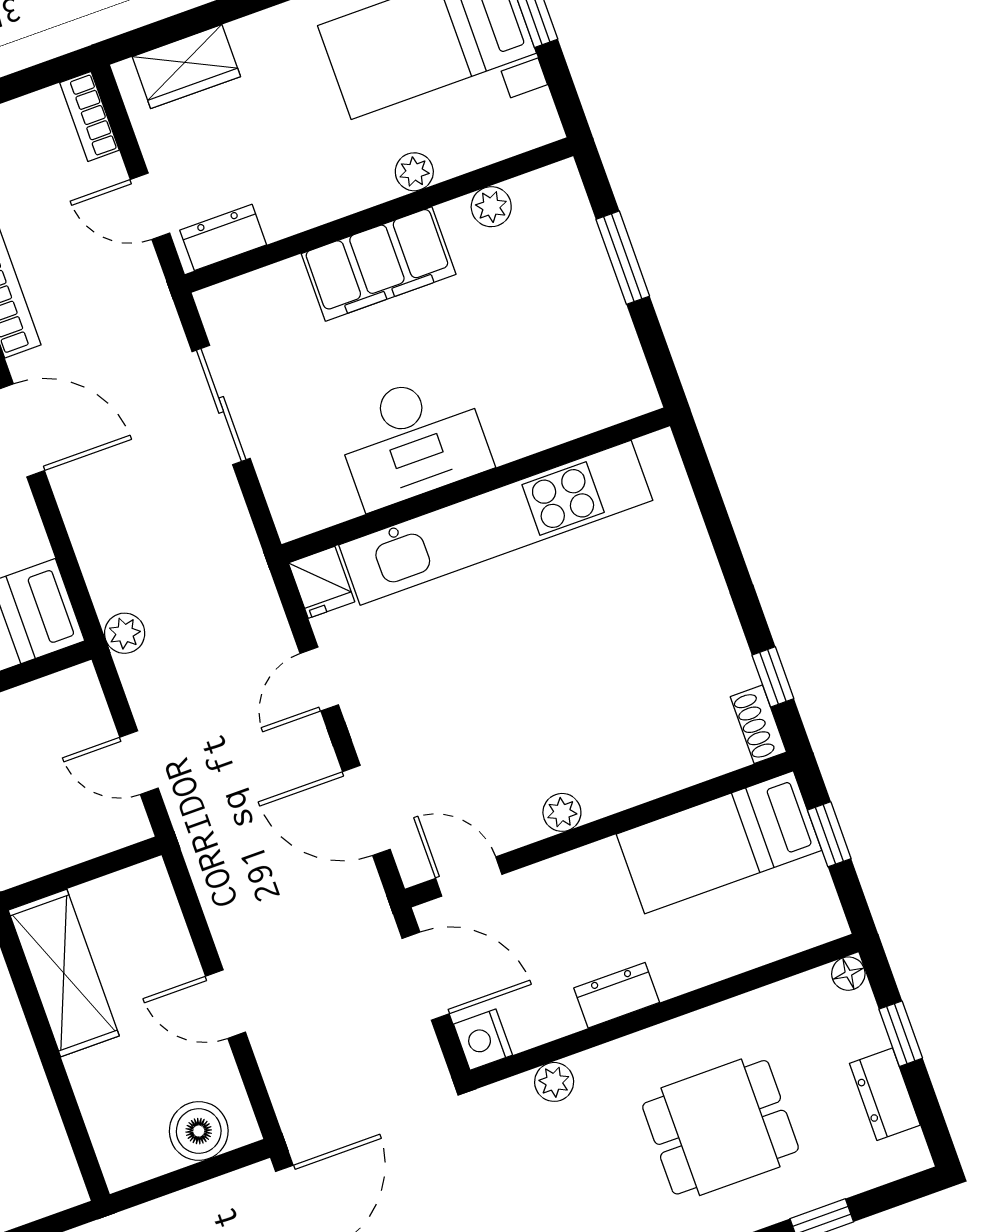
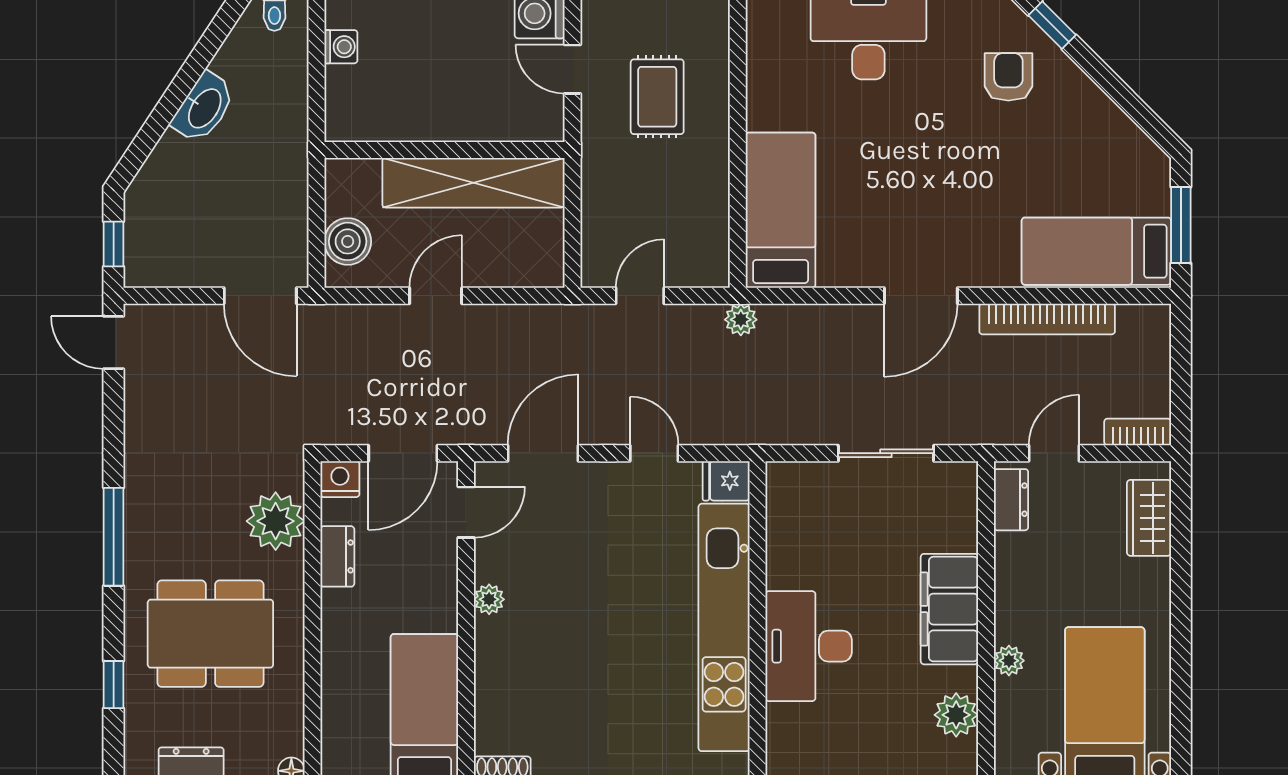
plant: (491, 207) -> (956, 715), width x1.38, depth x1.38
desk: (412, 440) -> (809, 646), moved
shelving: (64, 973) -> (473, 183), width x1.47
dresser: (617, 995) -> (337, 556), moved
plant: (554, 1082) -> (276, 521), width x1.87, depth x1.87
dining table: (721, 1127) -> (210, 634), width x1.38

